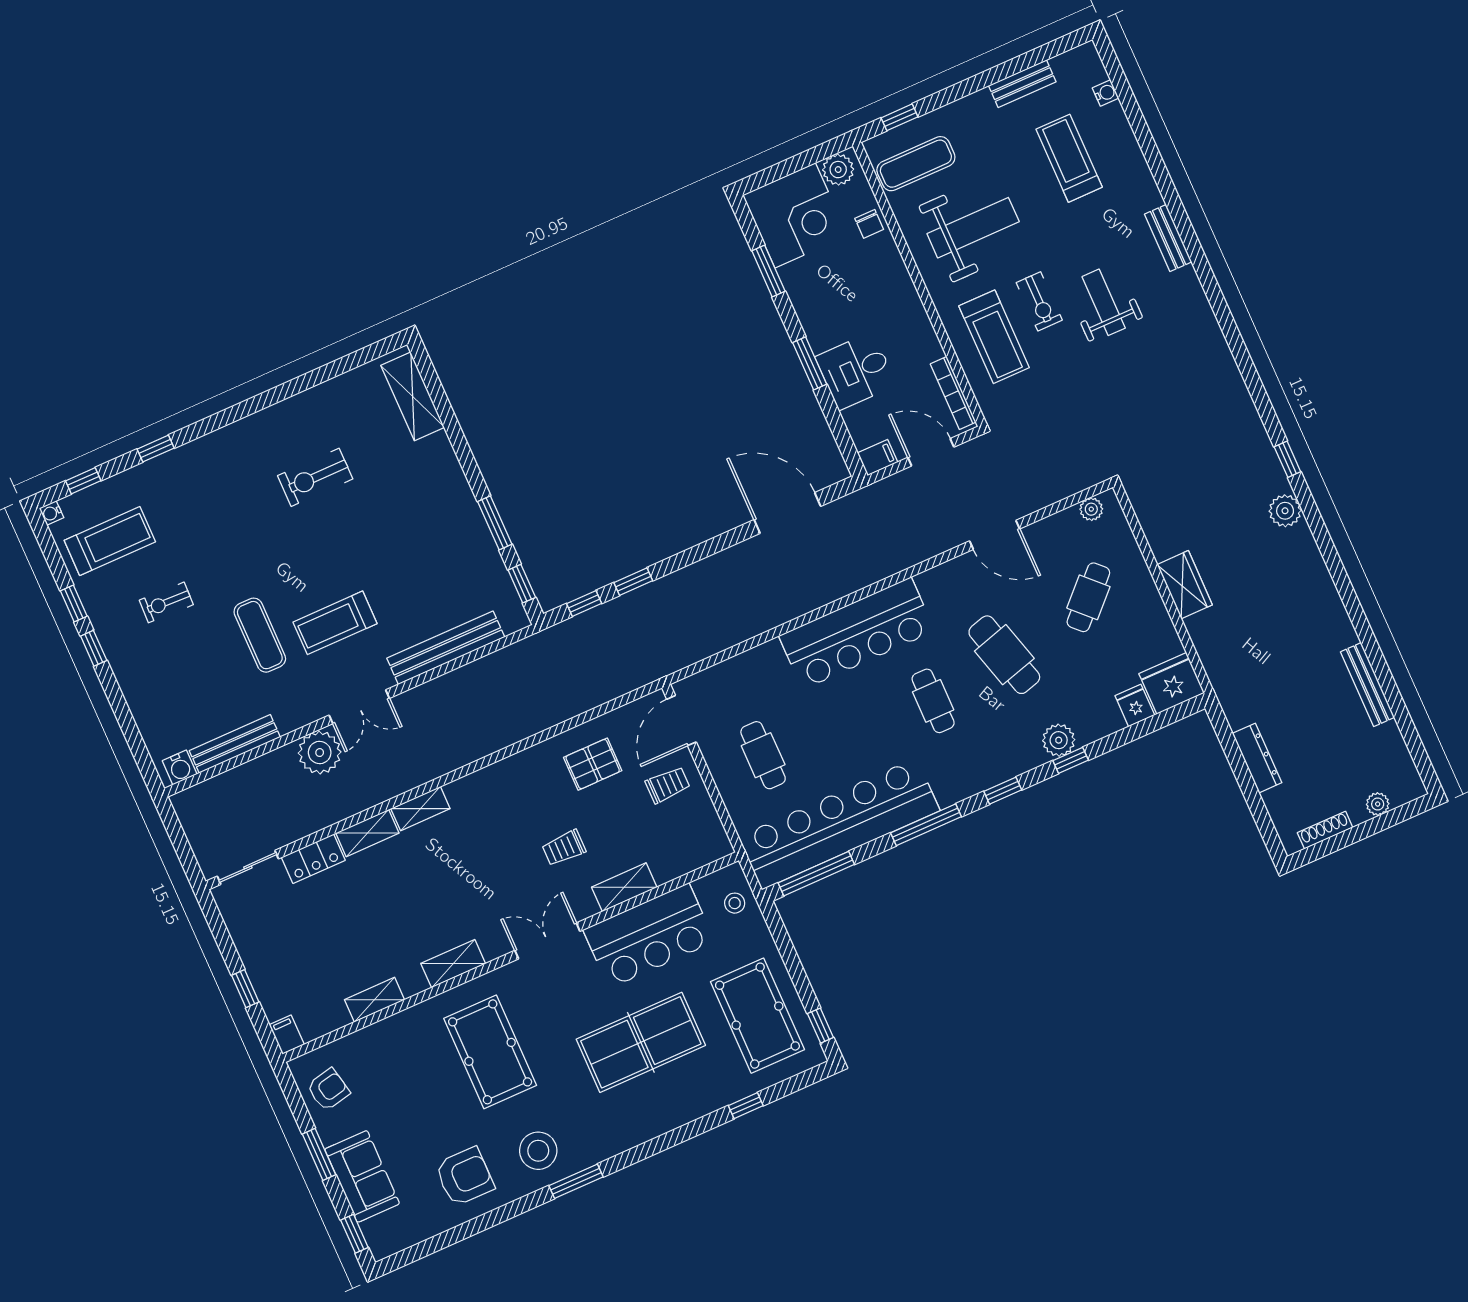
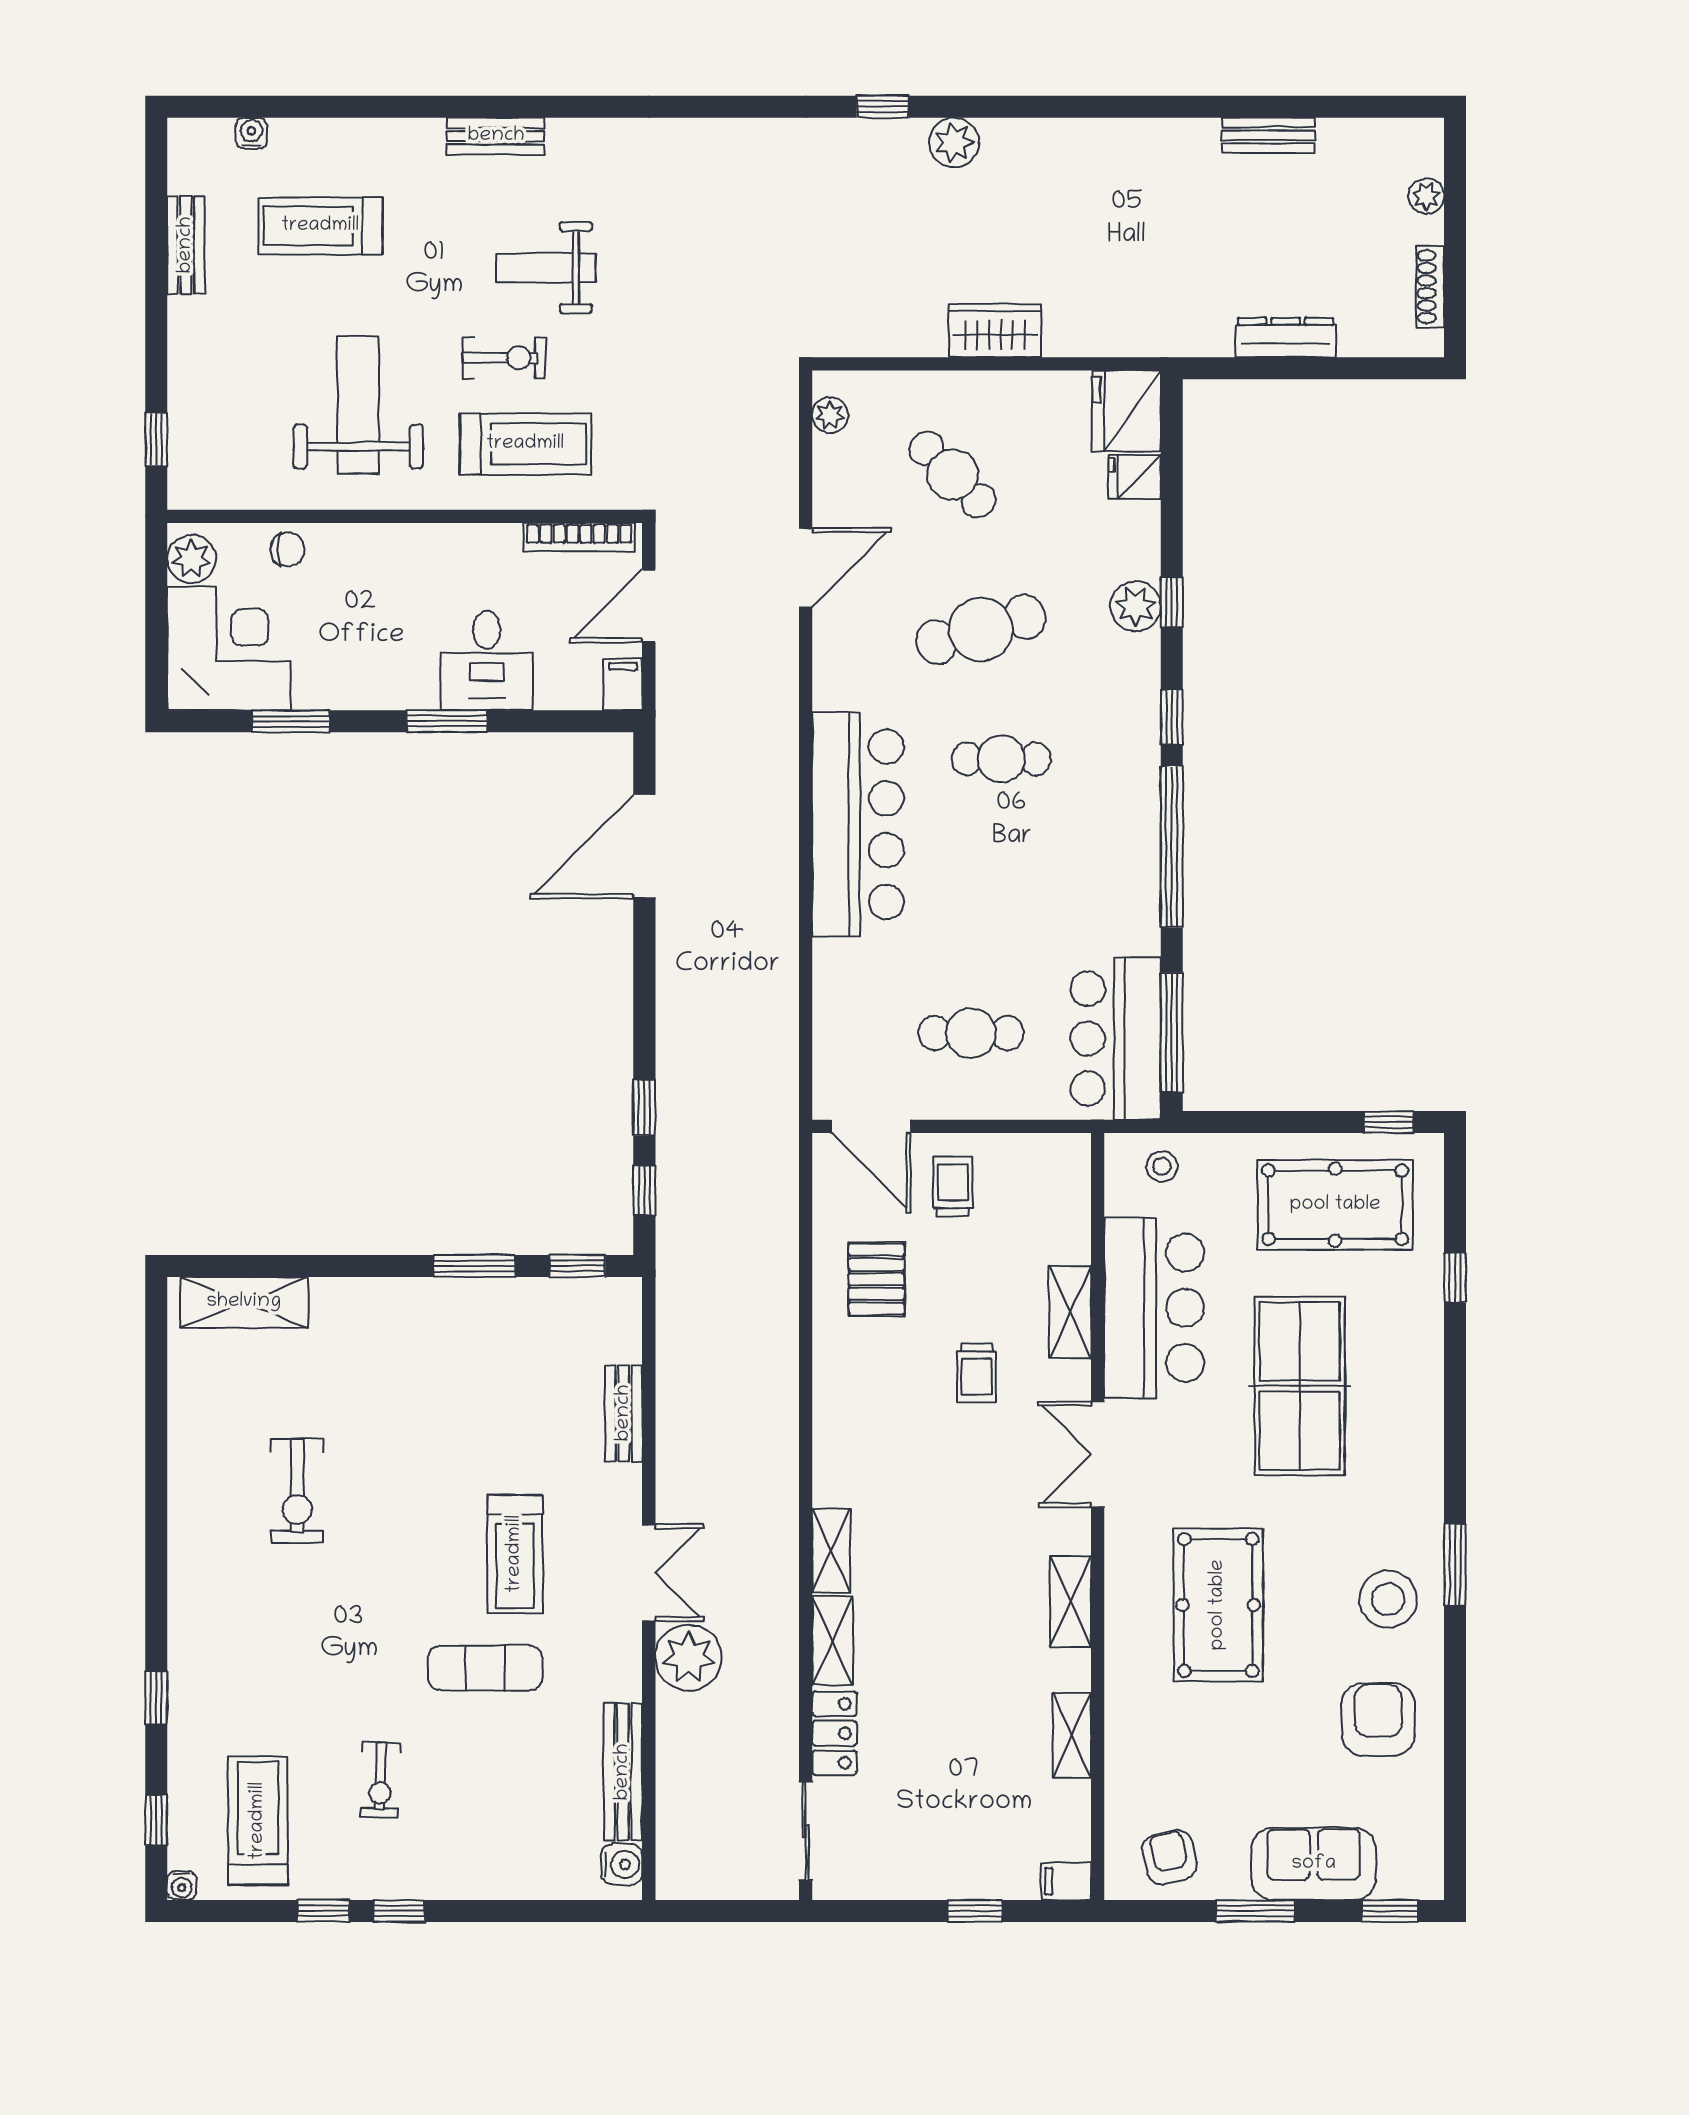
exercise mat: (916, 164) -> (232, 445), removed
bench: (446, 648) -> (624, 1413), width x0.54, depth x0.82
bench: (1368, 685) -> (1268, 135), width x0.73
bar counter: (839, 824) -> (1116, 1039), width x0.54
window: (926, 825) -> (1172, 847), width x1.46
pool table: (490, 1052) -> (1218, 1605), turned 90

